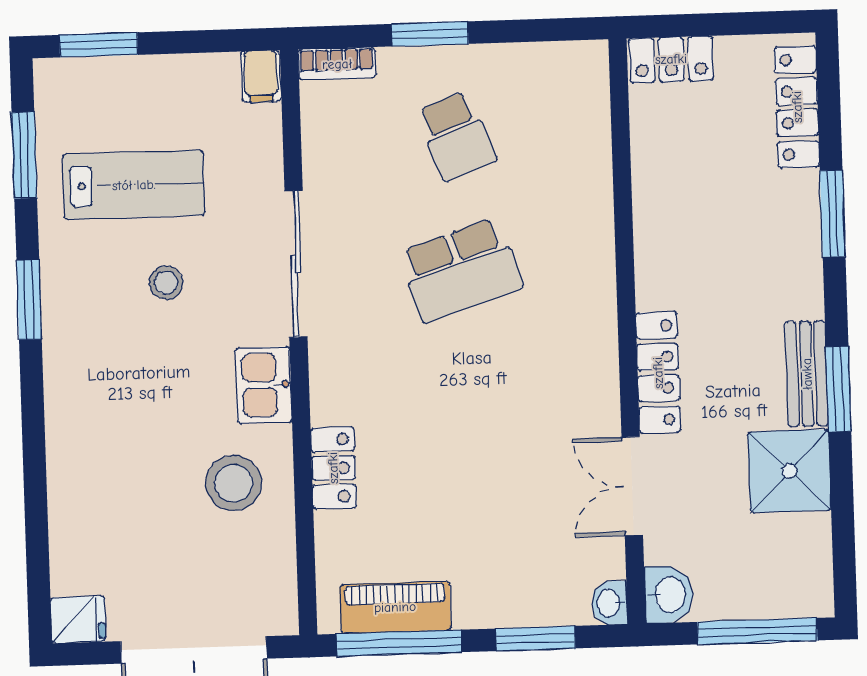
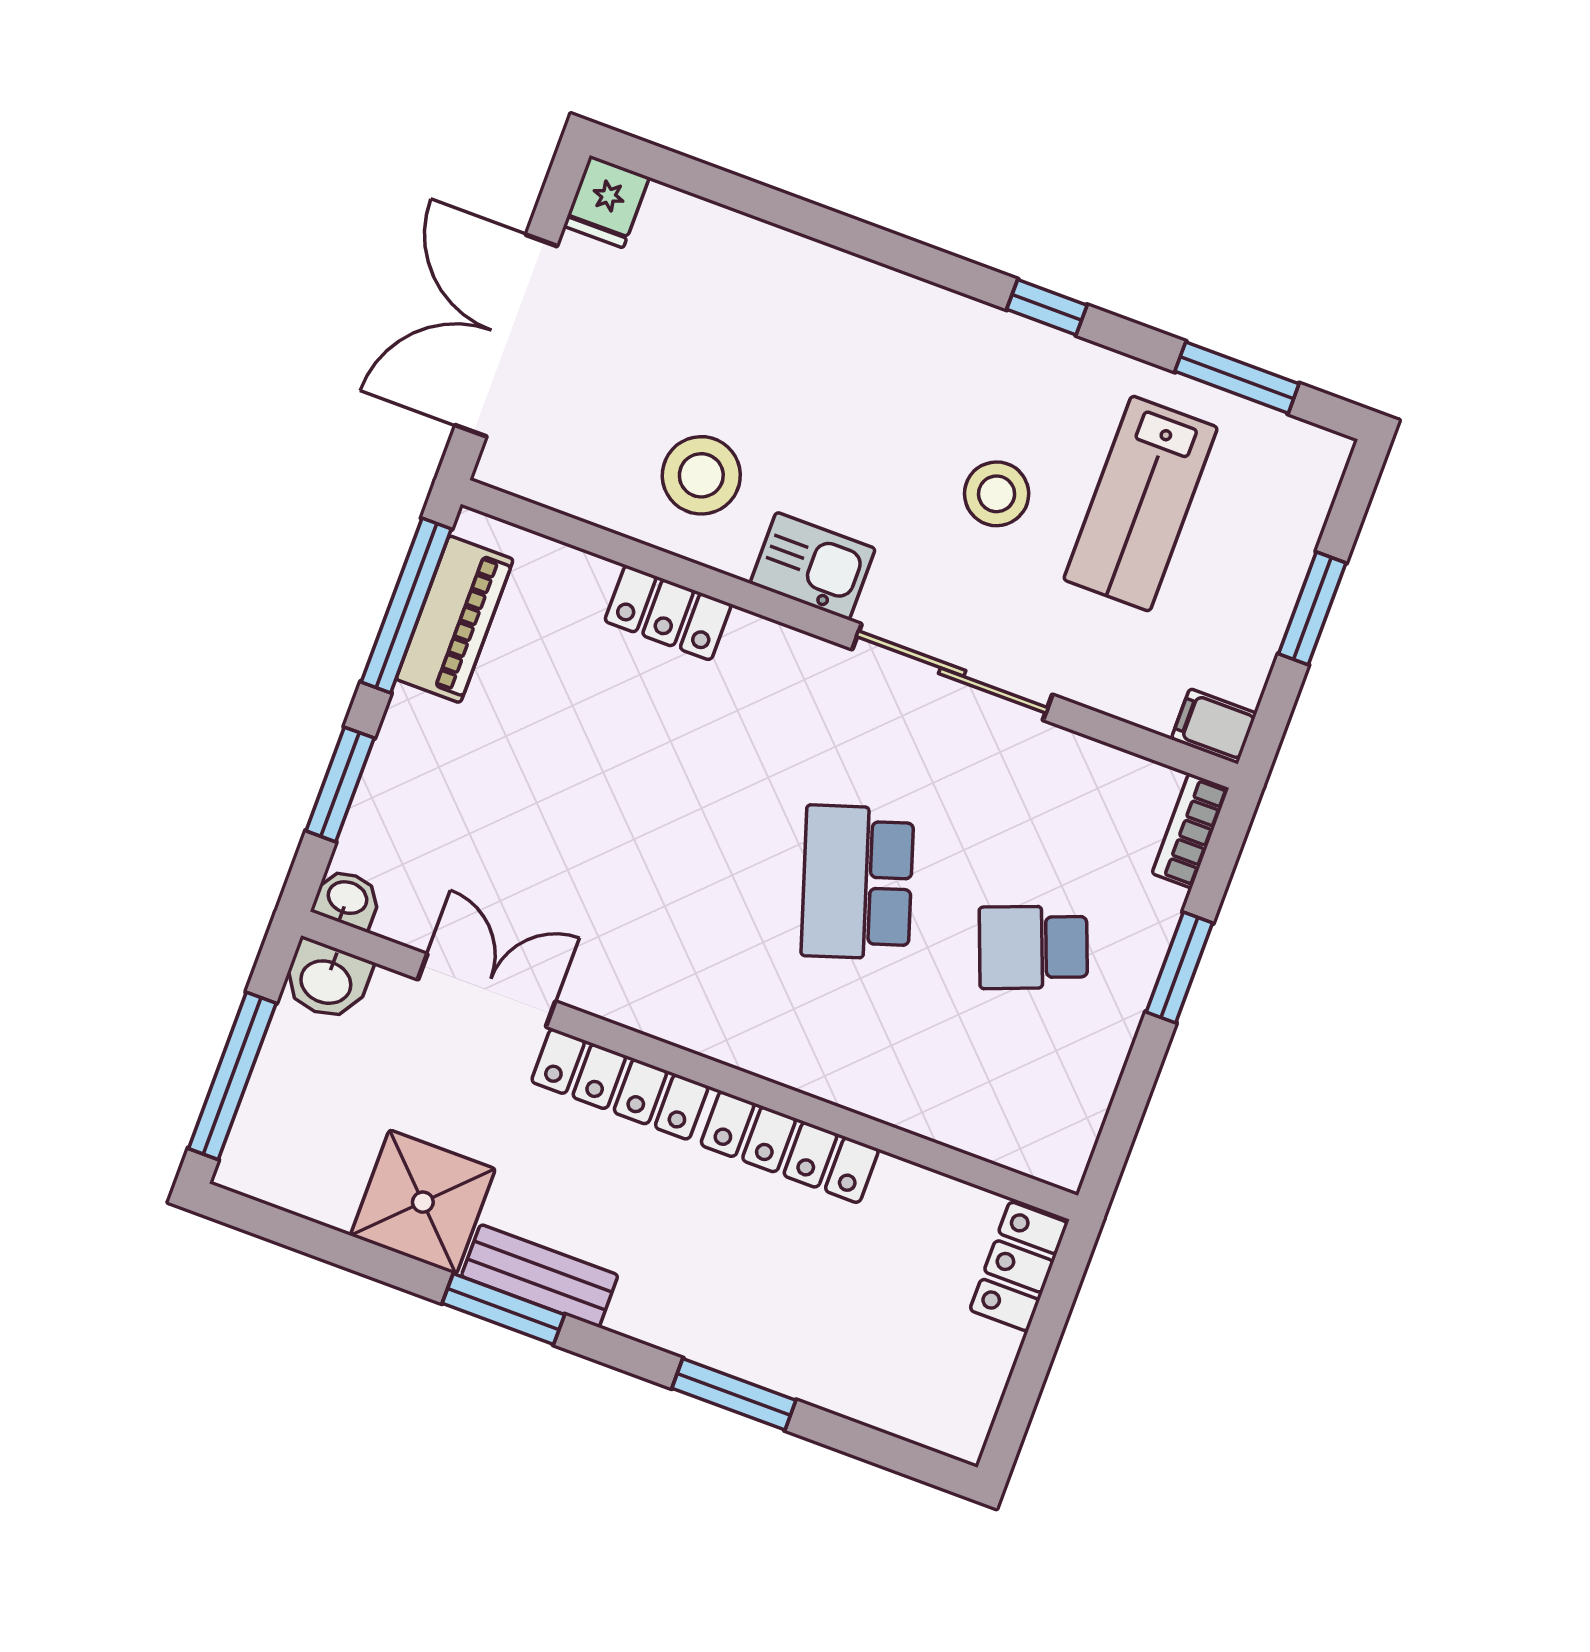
window: (99, 45) -> (1312, 608), moved
locker: (797, 107) -> (790, 1147), moved, turned 180
stool: (166, 283) -> (997, 494), width x1.37, depth x1.37
window: (29, 300) -> (1047, 307), width x0.67

